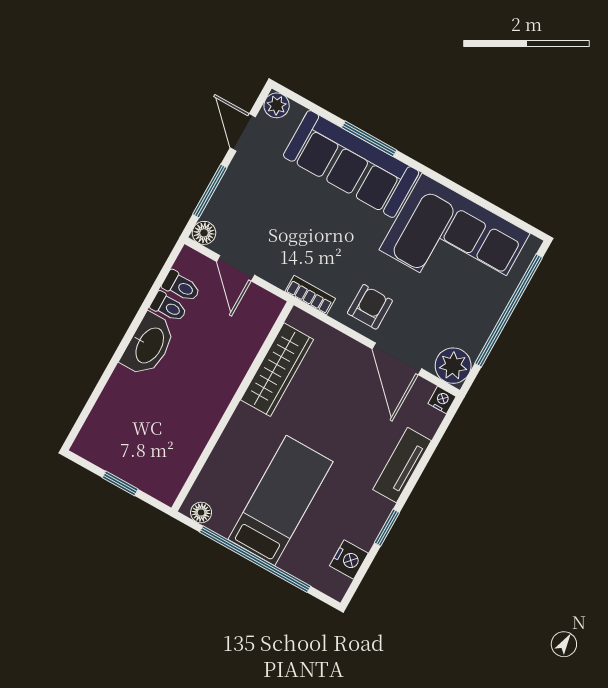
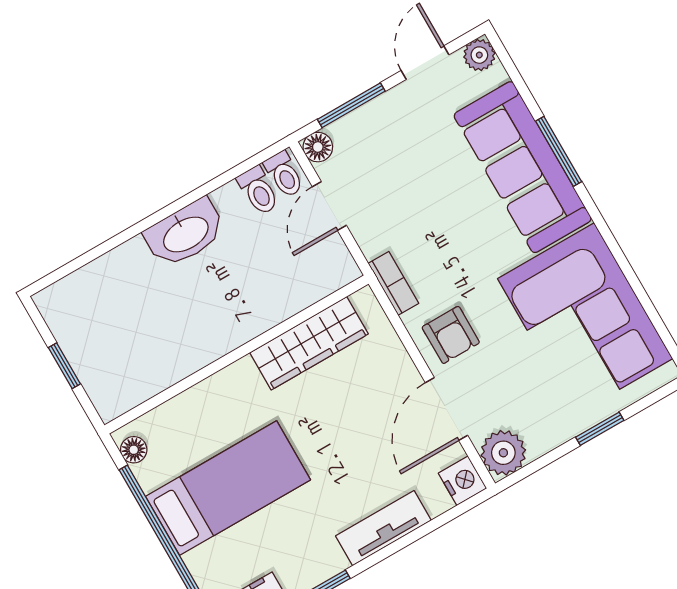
toilet: (169, 307) -> (284, 174), moved
armchair: (370, 307) -> (451, 335), turned 90
window: (509, 311) -> (600, 429), width x0.32
nightstand: (442, 400) -> (463, 481), width x1.39, depth x1.35

